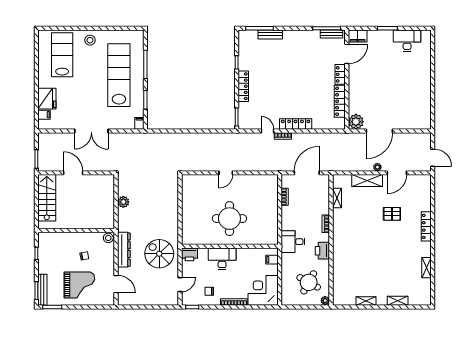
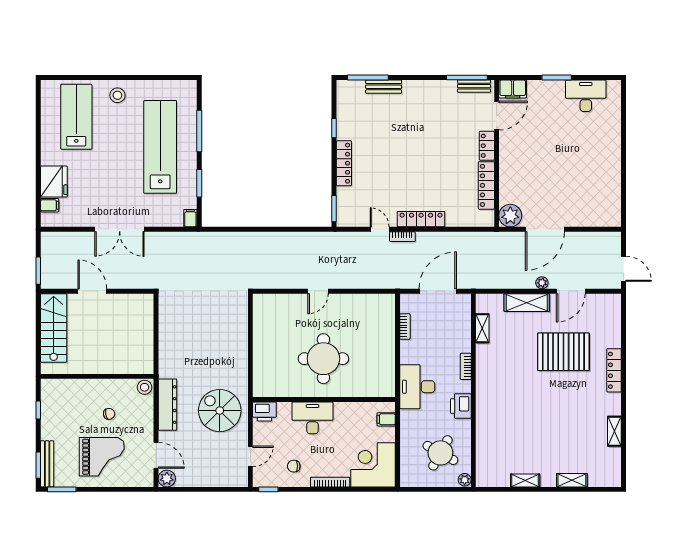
plant: (123, 202) -> (167, 479), moved
pallet: (392, 214) -> (563, 352), width x2.05, depth x2.00
desk: (293, 242) -> (417, 387), width x1.37

